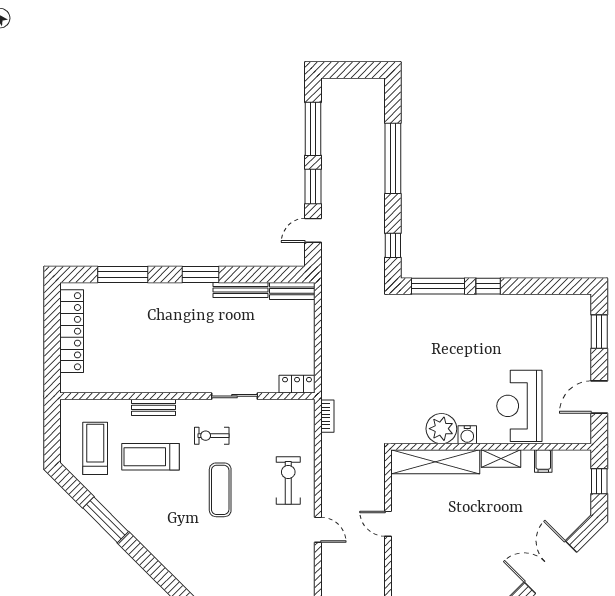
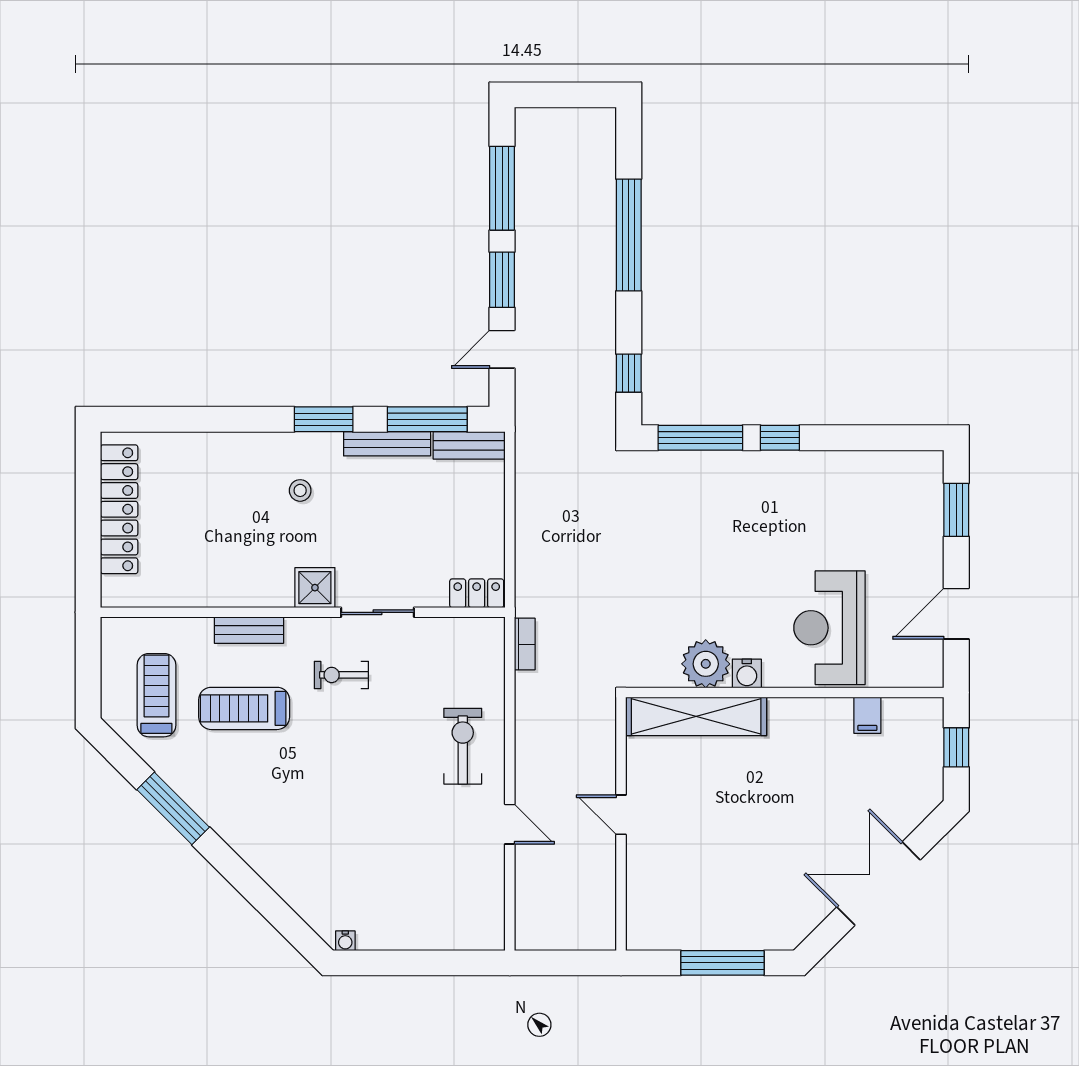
window: (123, 274) -> (427, 419), moved
stool: (186, 319) -> (300, 490), added
shower: (195, 381) -> (315, 588), added
shelving: (501, 459) -> (800, 711), removed
exercise mat: (220, 490) -> (355, 761), removed

